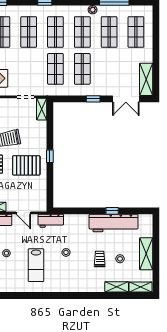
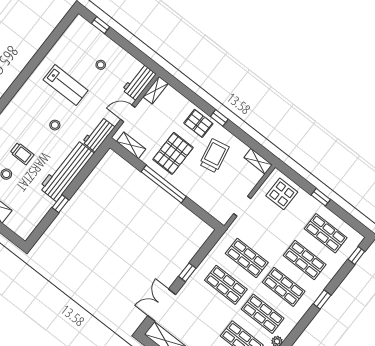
shelving: (42, 109) -> (131, 145), moved
window: (50, 156) -> (164, 184), width x3.17
workbench: (114, 223) -> (67, 171), moved
lab bench: (36, 265) -> (66, 85), turned 180

